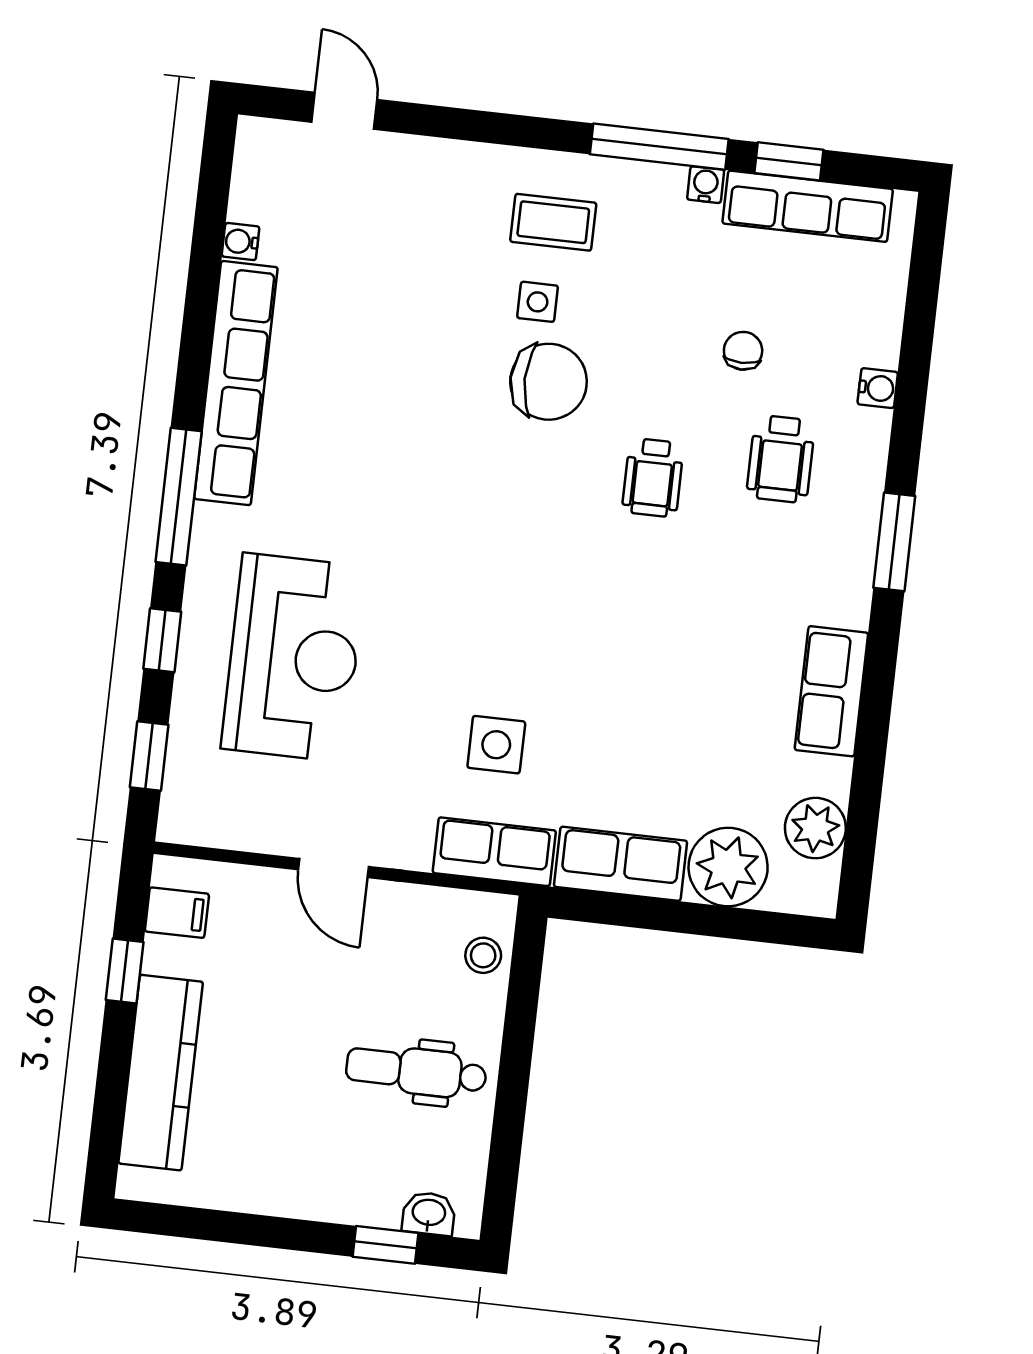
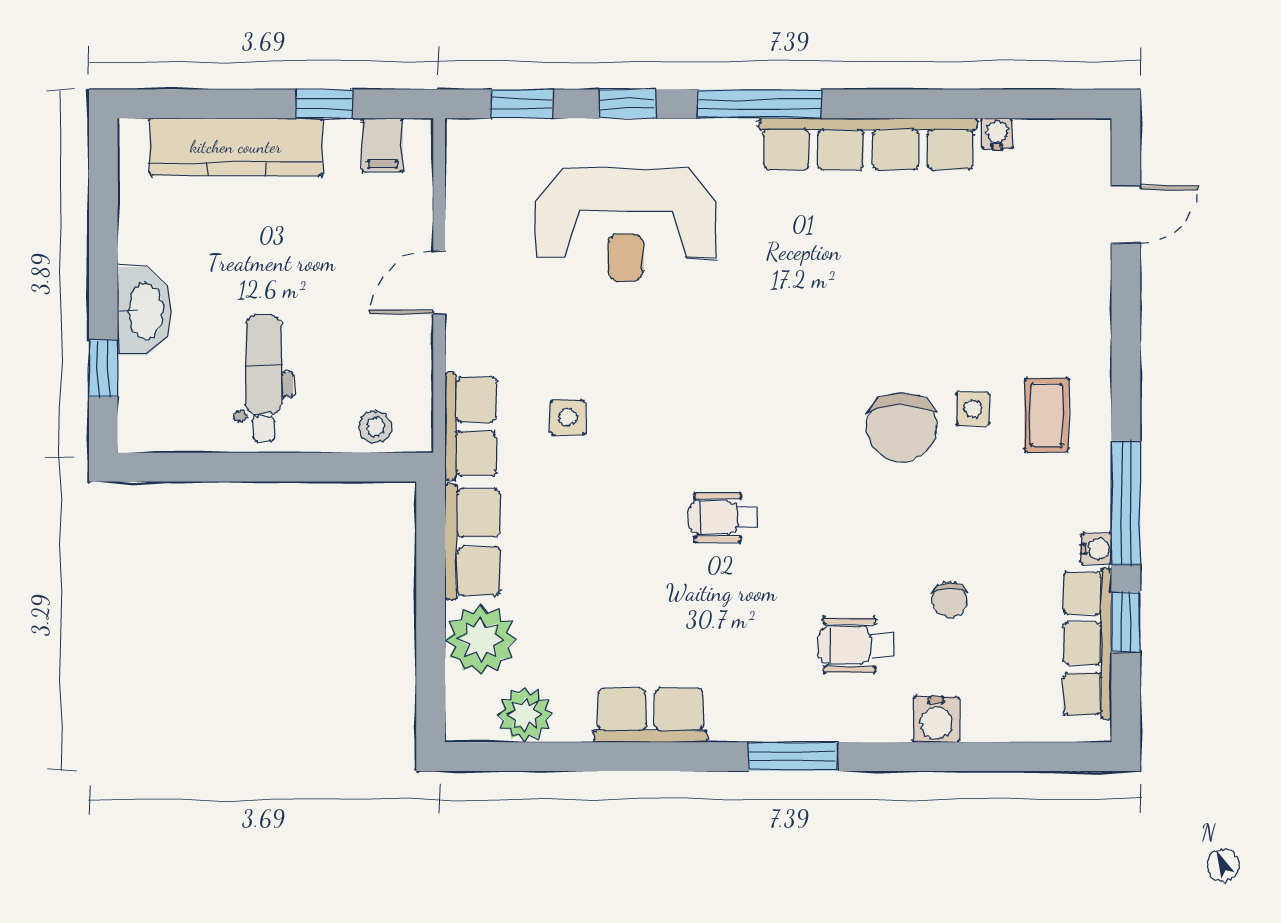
chair: (743, 351) -> (950, 600), turned 90
water cooler: (878, 388) -> (936, 719), width x1.38, depth x1.38
wheelchair: (653, 478) -> (723, 518), moved
side table: (496, 745) -> (568, 417), width x0.73, depth x0.73
washbasin: (429, 1214) -> (144, 311), moved, width x1.91, depth x1.45

